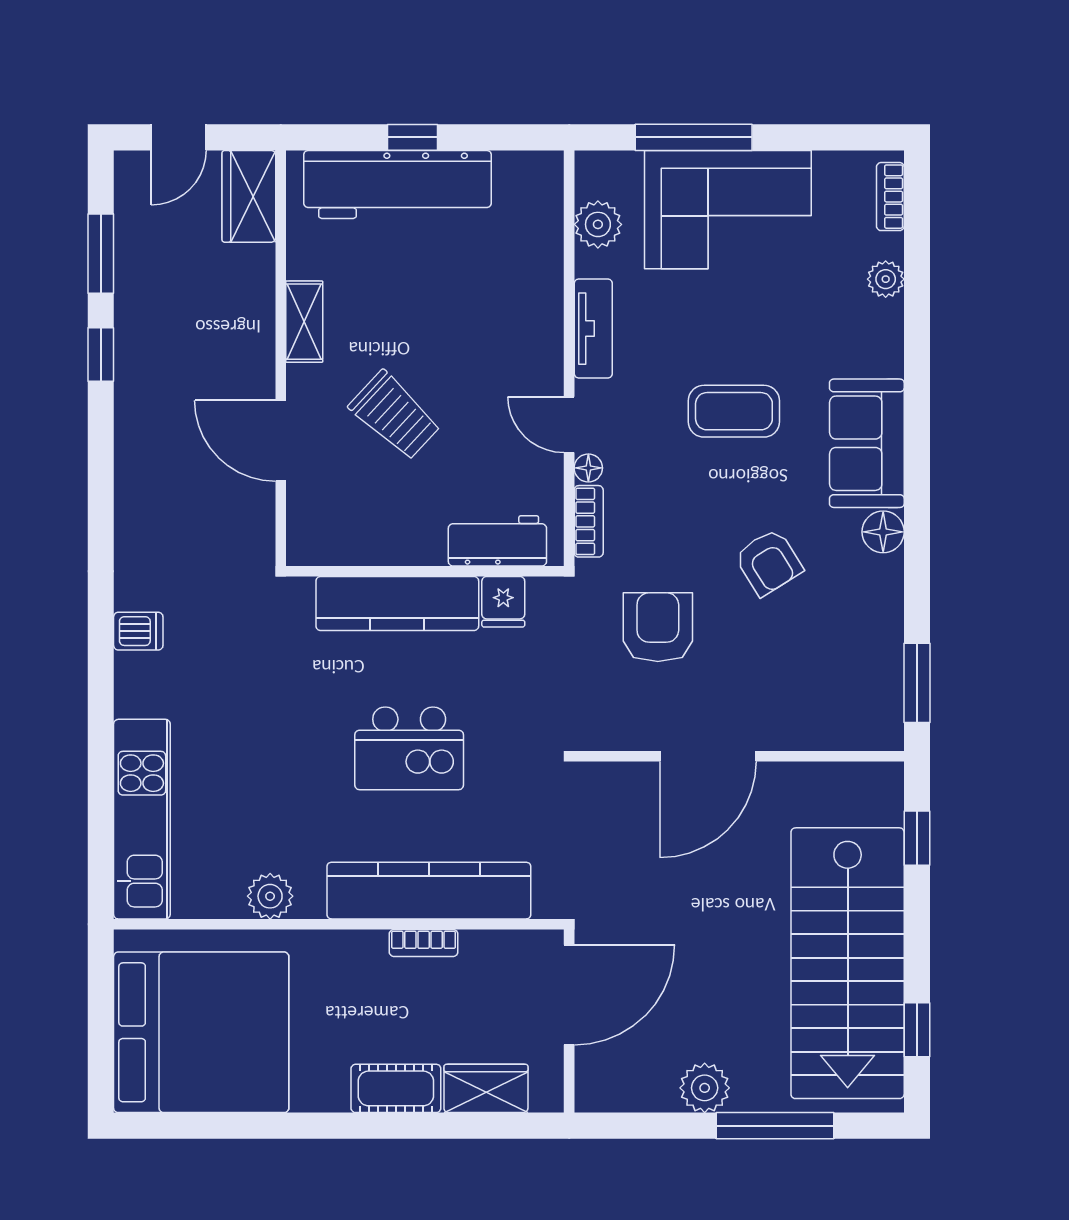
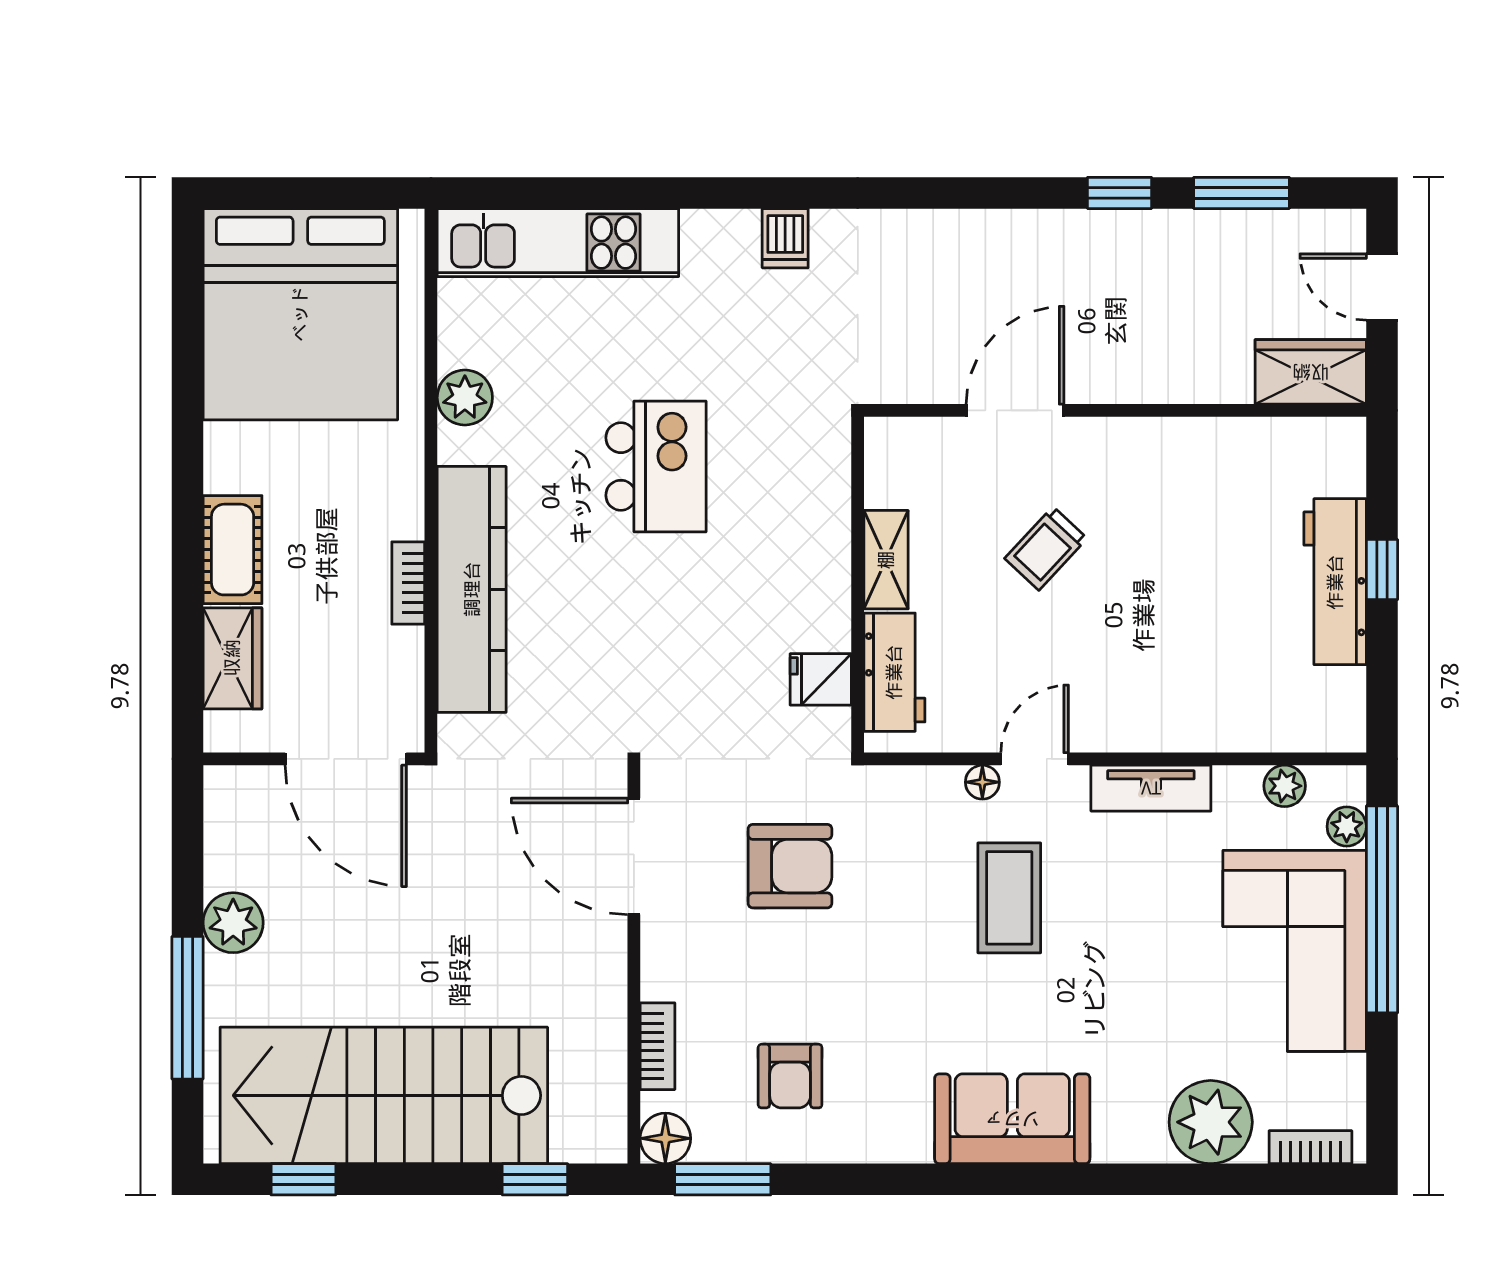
window: (694, 137) -> (1382, 909), width x1.46
plant: (625, 167) -> (1347, 826), added
workbench: (397, 184) -> (1335, 582), width x0.73, depth x0.76
plant: (598, 224) -> (1285, 786), width x0.73, depth x0.73
plant: (886, 279) -> (1211, 1122), width x1.87, depth x1.87
shelving: (304, 322) -> (886, 560), moved, turned 90
coffee table: (734, 411) -> (1009, 898), moved
trolley: (395, 415) -> (1046, 548), width x0.73, depth x0.72
bookcase: (589, 521) -> (657, 1046), moved, turned -90
floor lamp: (883, 532) -> (665, 1138), moved
armchair: (769, 562) -> (790, 1076), moved, turned -58
kitchen counter: (397, 603) -> (819, 551), removed
kitchen island: (409, 748) -> (656, 466), moved, turned 180
door: (708, 756) -> (634, 856), moved

